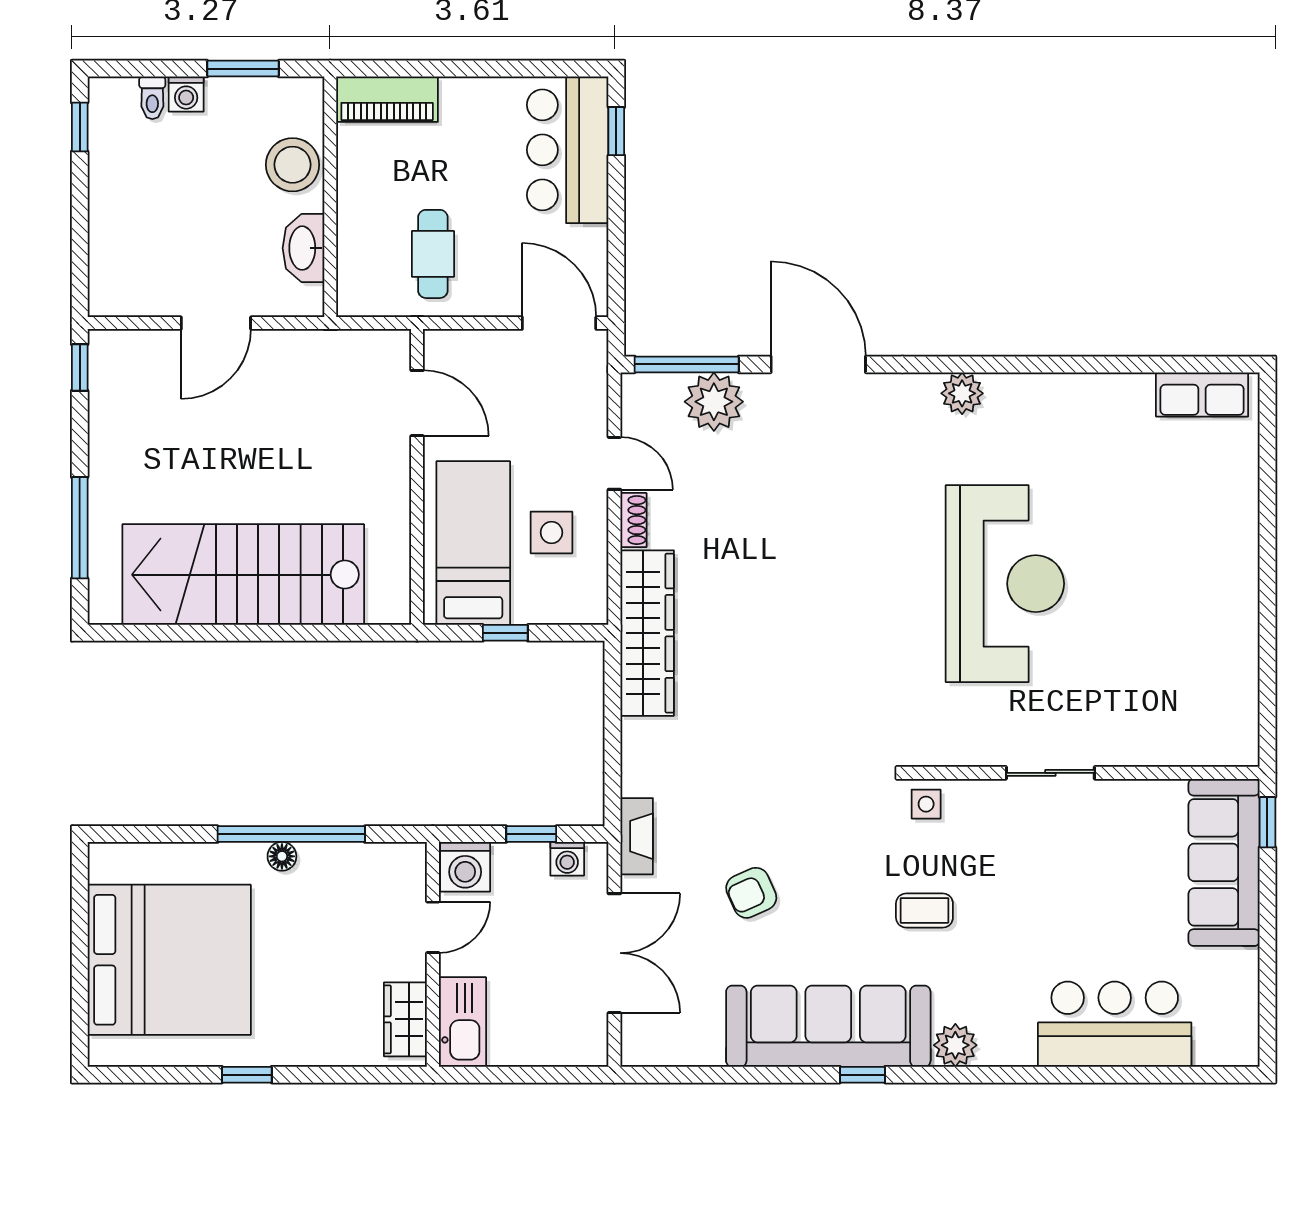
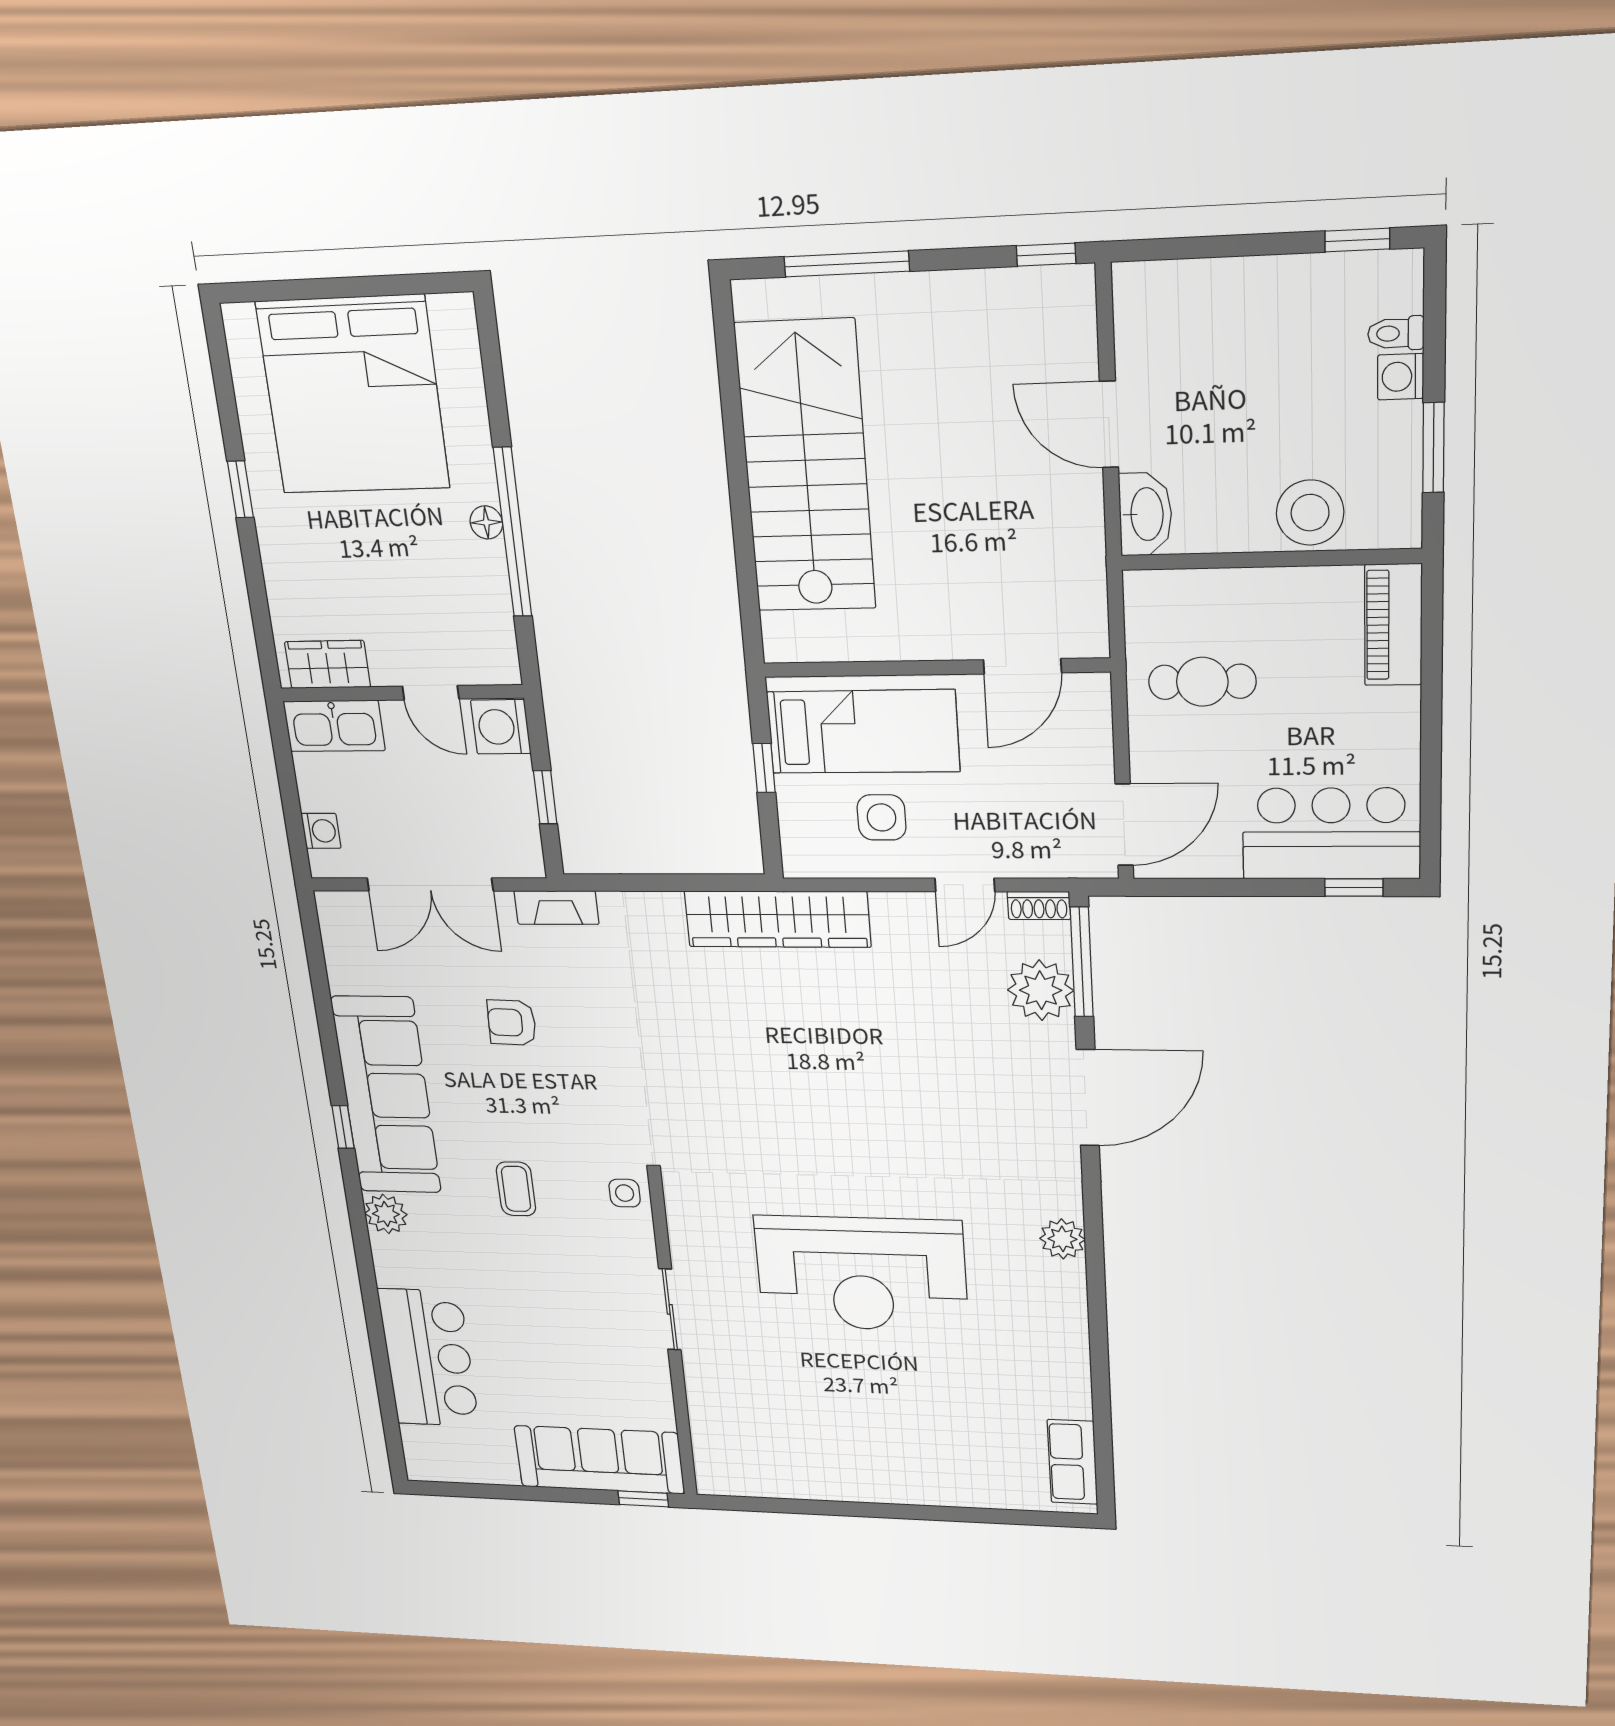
washbasin: (303, 248) -> (1145, 514), moved, turned 90
shoe rack: (633, 520) -> (1039, 905), moved
washing machine: (567, 859) -> (321, 831), moved, turned 180
armchair: (751, 893) -> (512, 1023), turned -64

